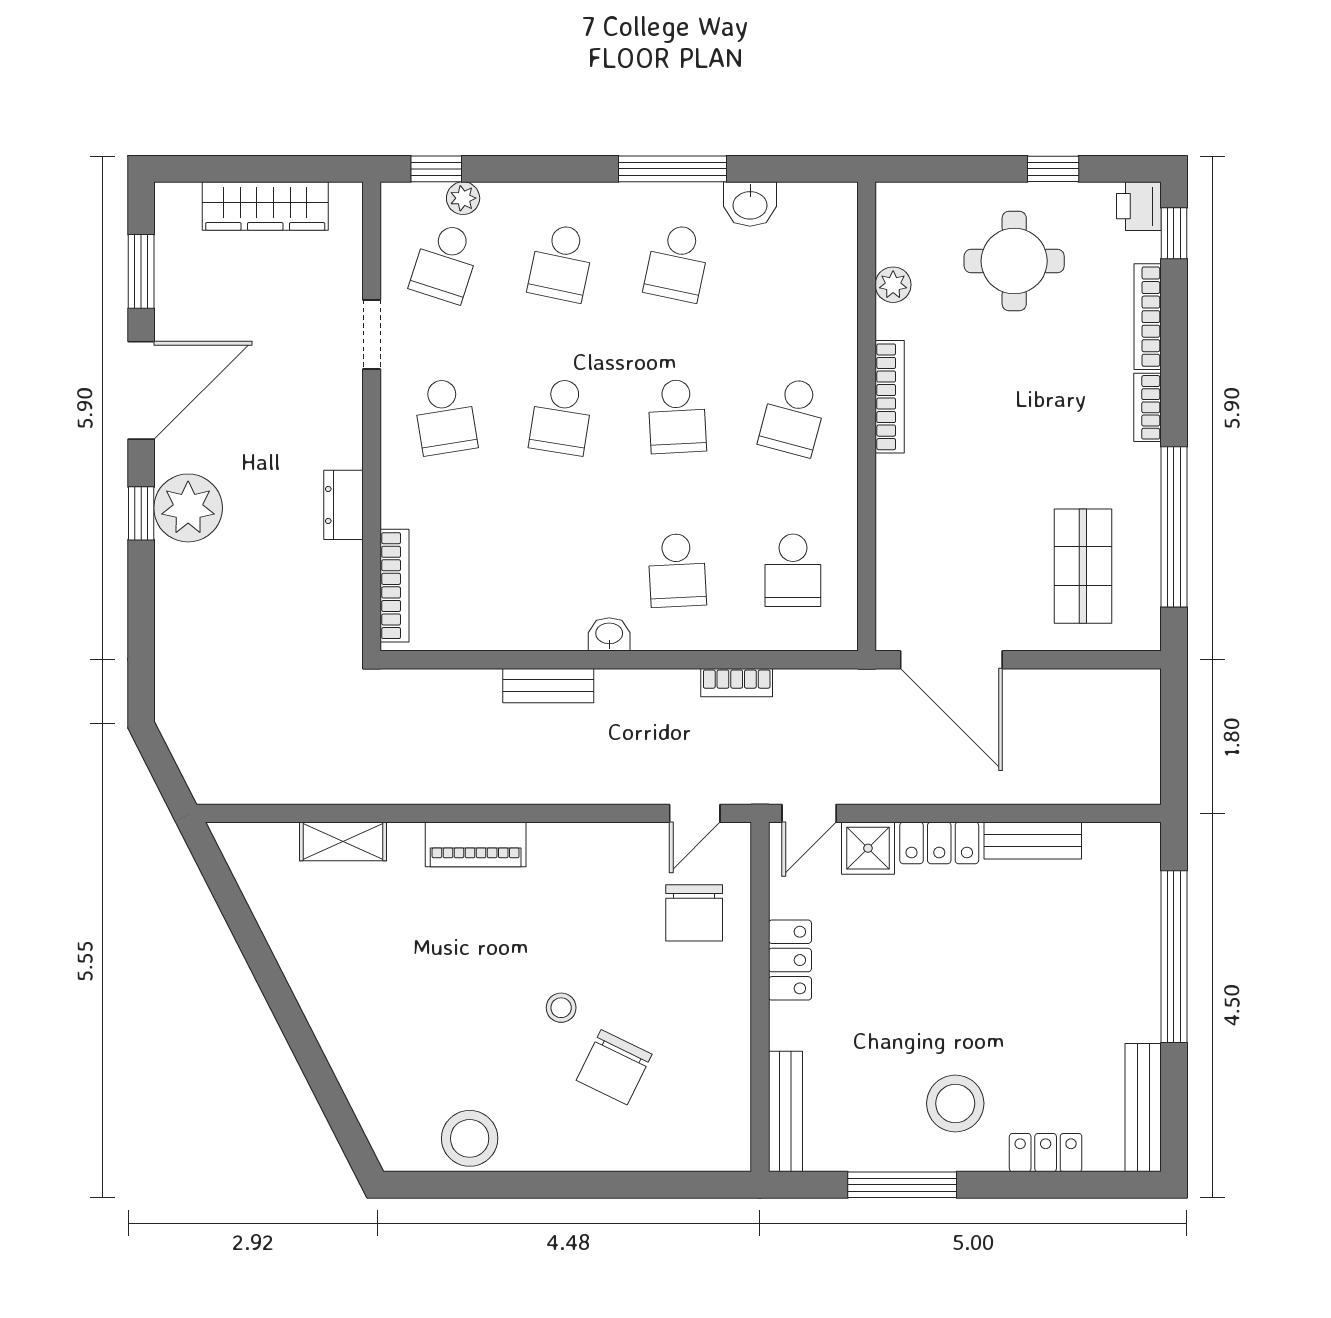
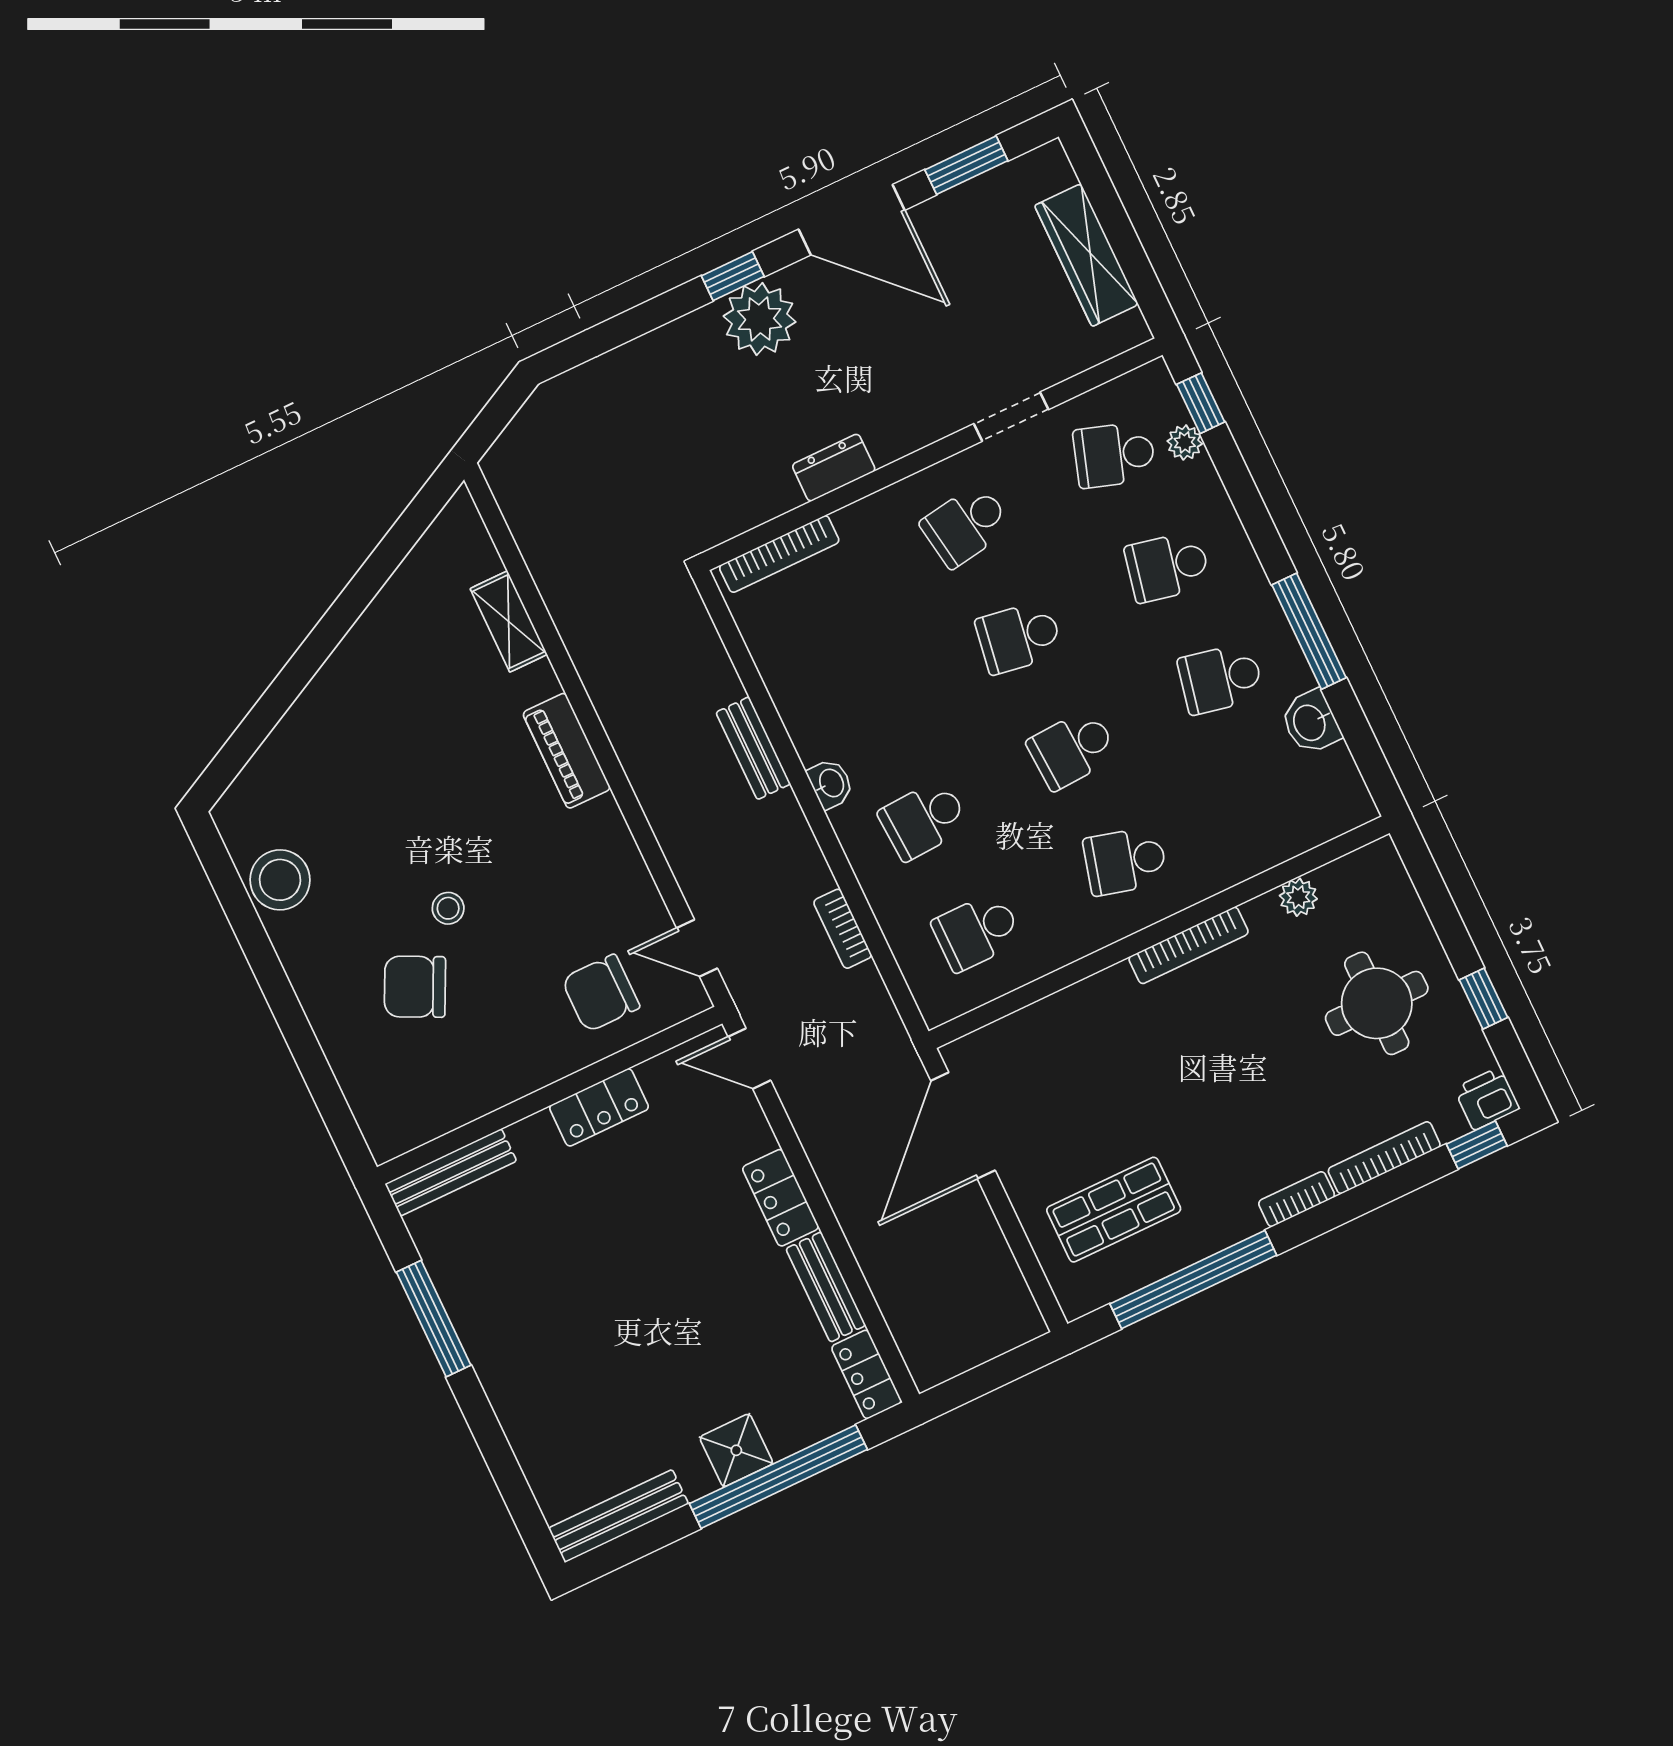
shower: (868, 848) -> (736, 1450), moved
stool: (955, 1103) -> (536, 1333), removed
locker: (1046, 1153) -> (866, 1374), moved, turned 180

